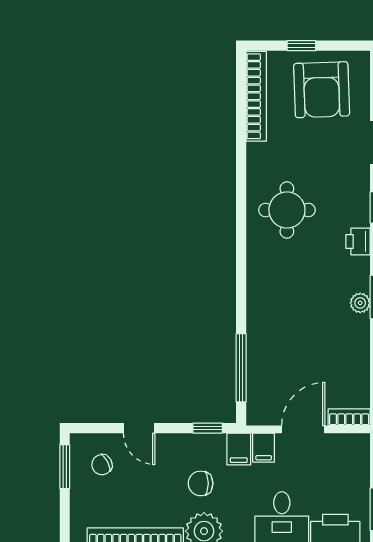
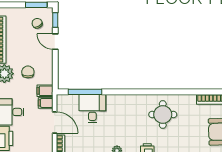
desk: (275, 353) -> (92, 109), added
door: (139, 428) -> (55, 42), hinge flipped
window: (208, 428) -> (55, 20), moved

